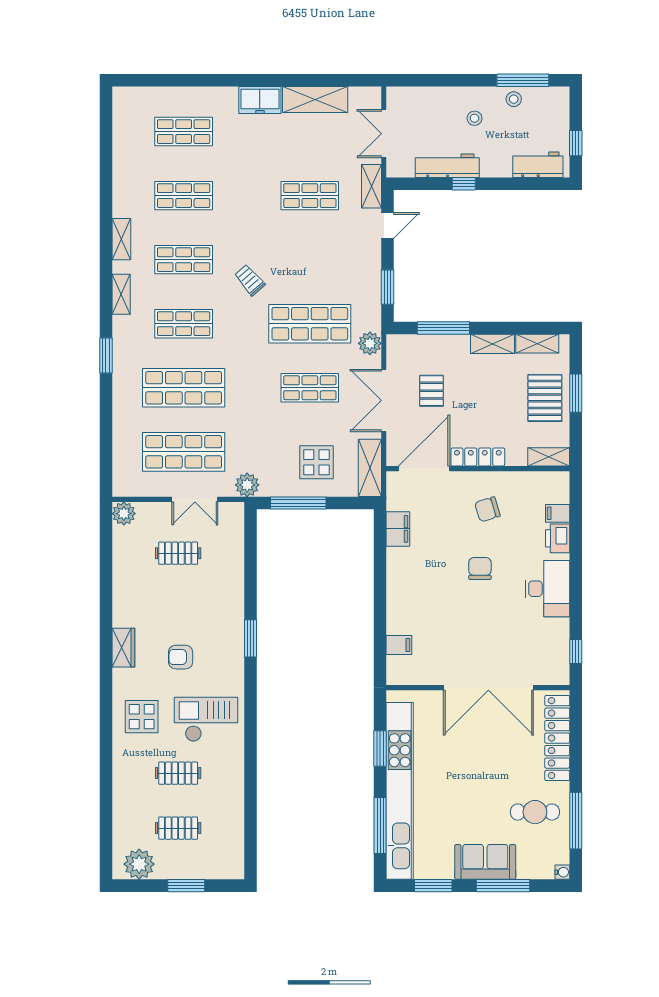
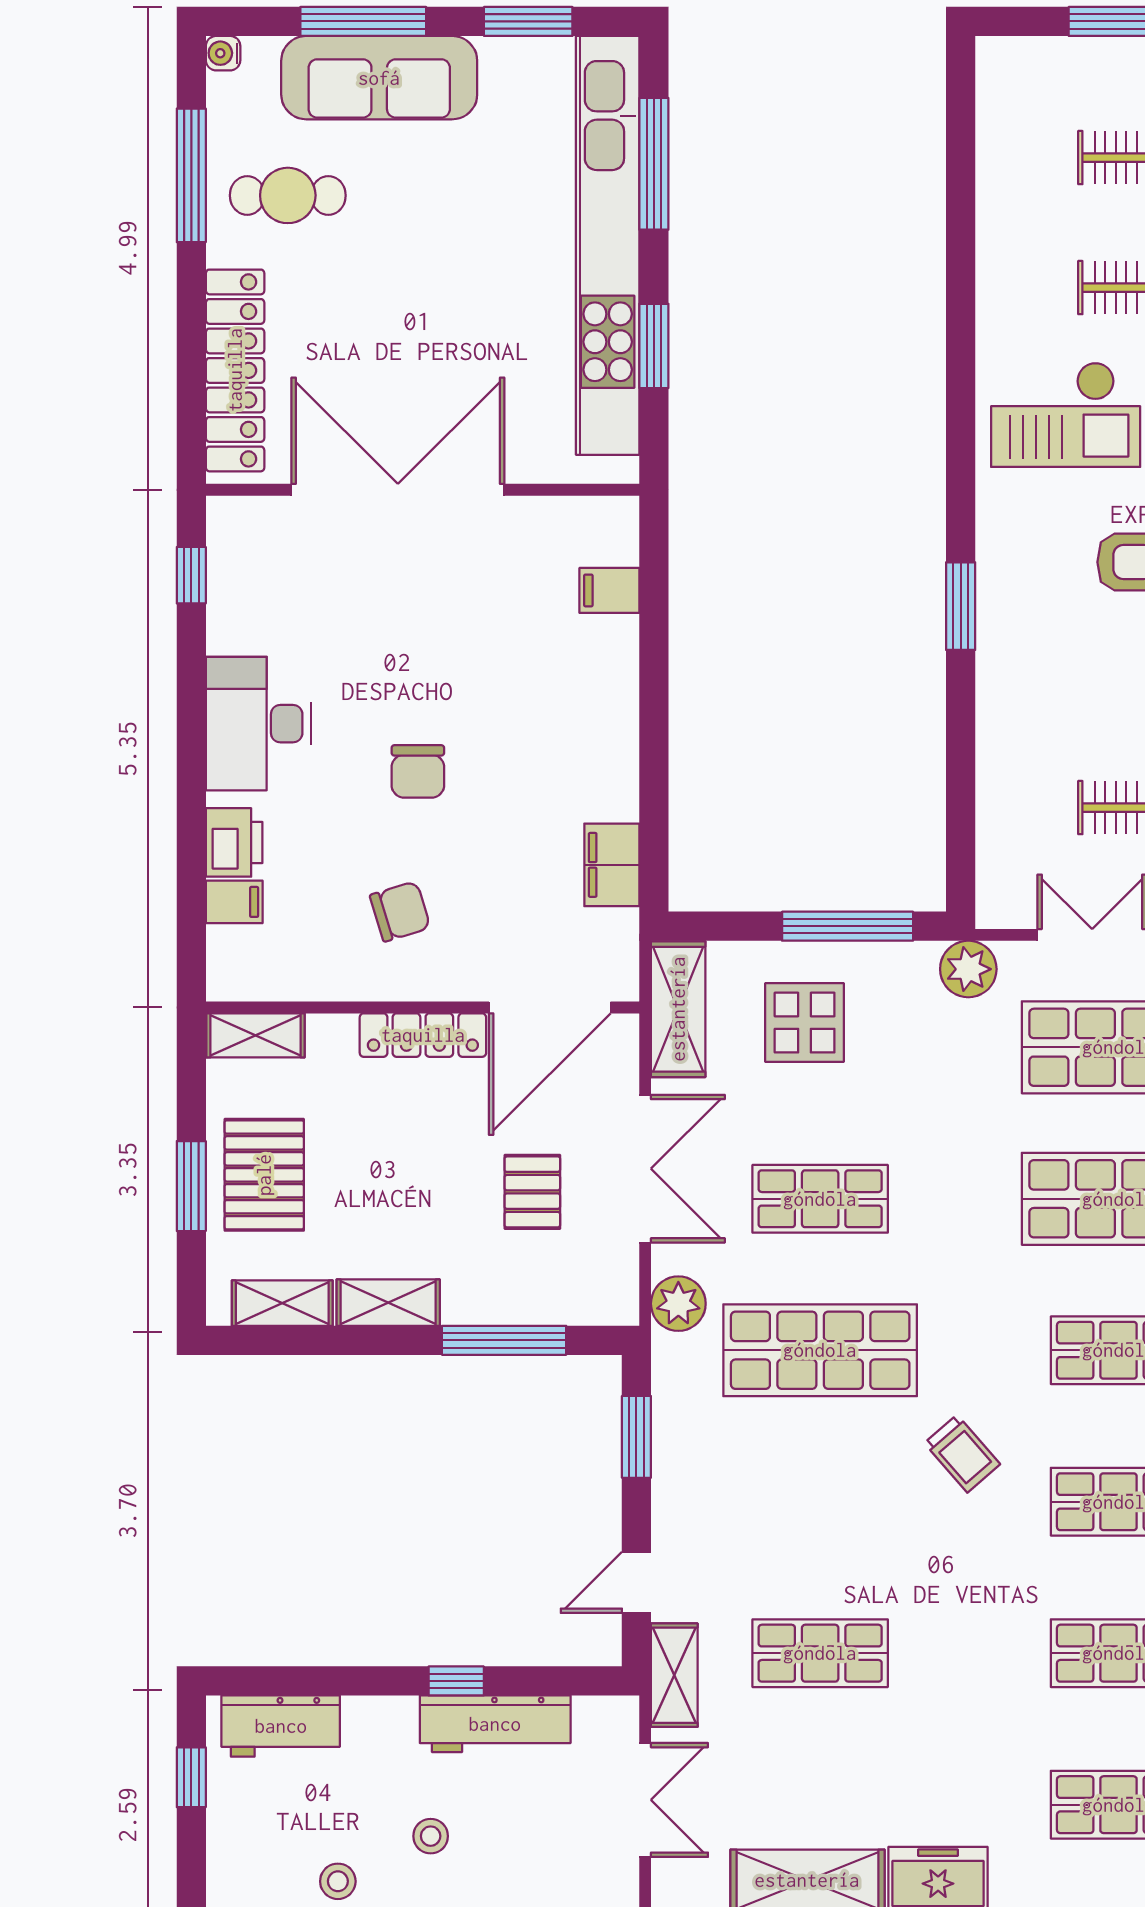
sofa: (485, 862) -> (379, 78), width x1.36

